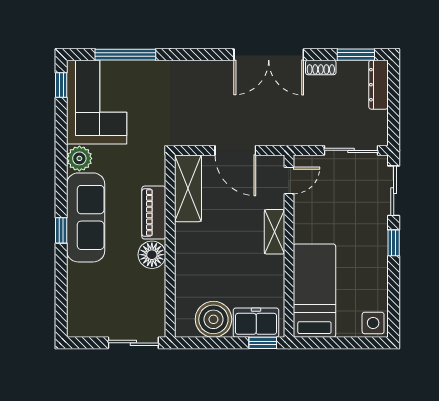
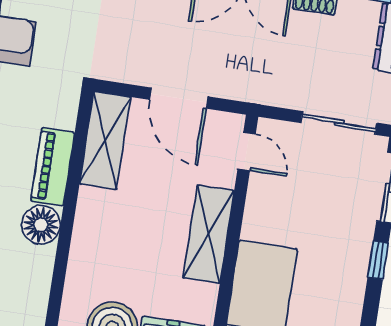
door: (289, 181) -> (247, 151), hinge flipped
shelving: (275, 232) -> (209, 234), width x1.50, depth x1.33

